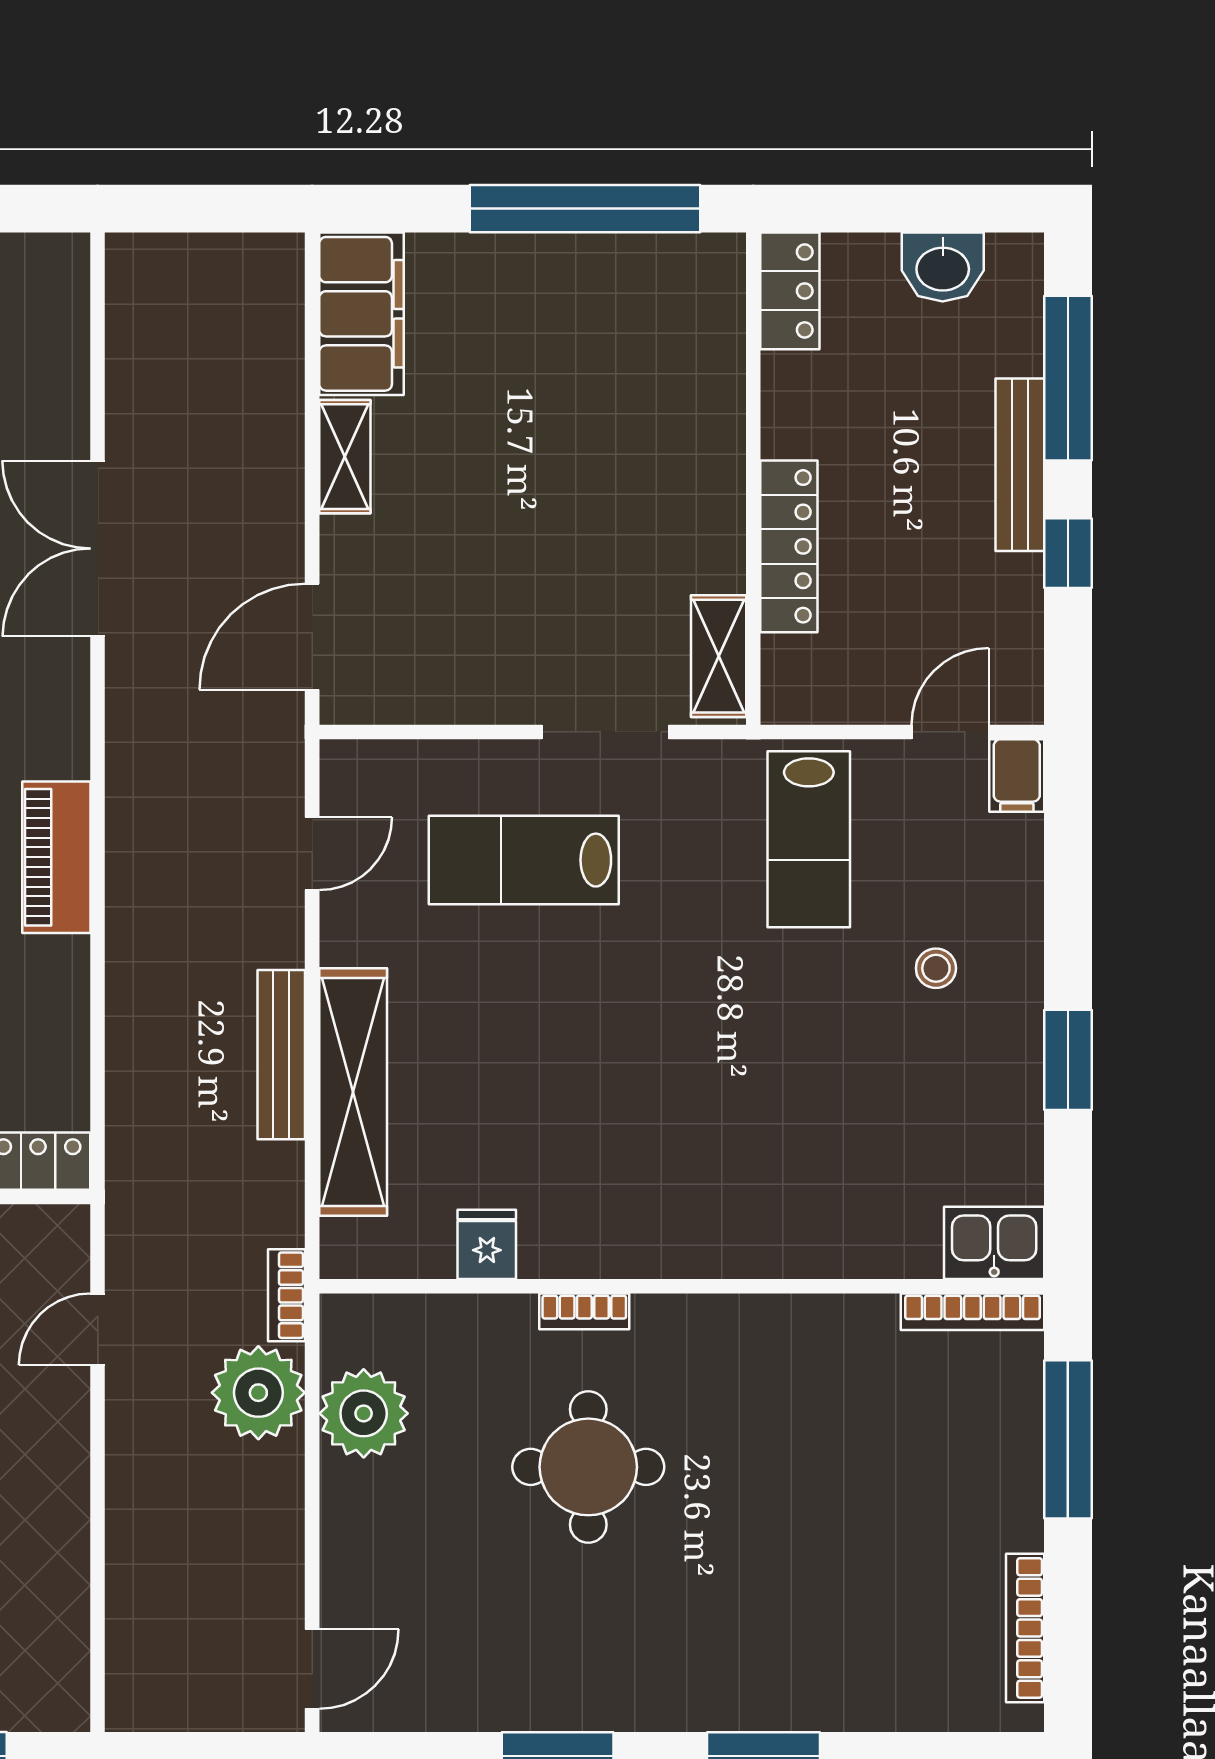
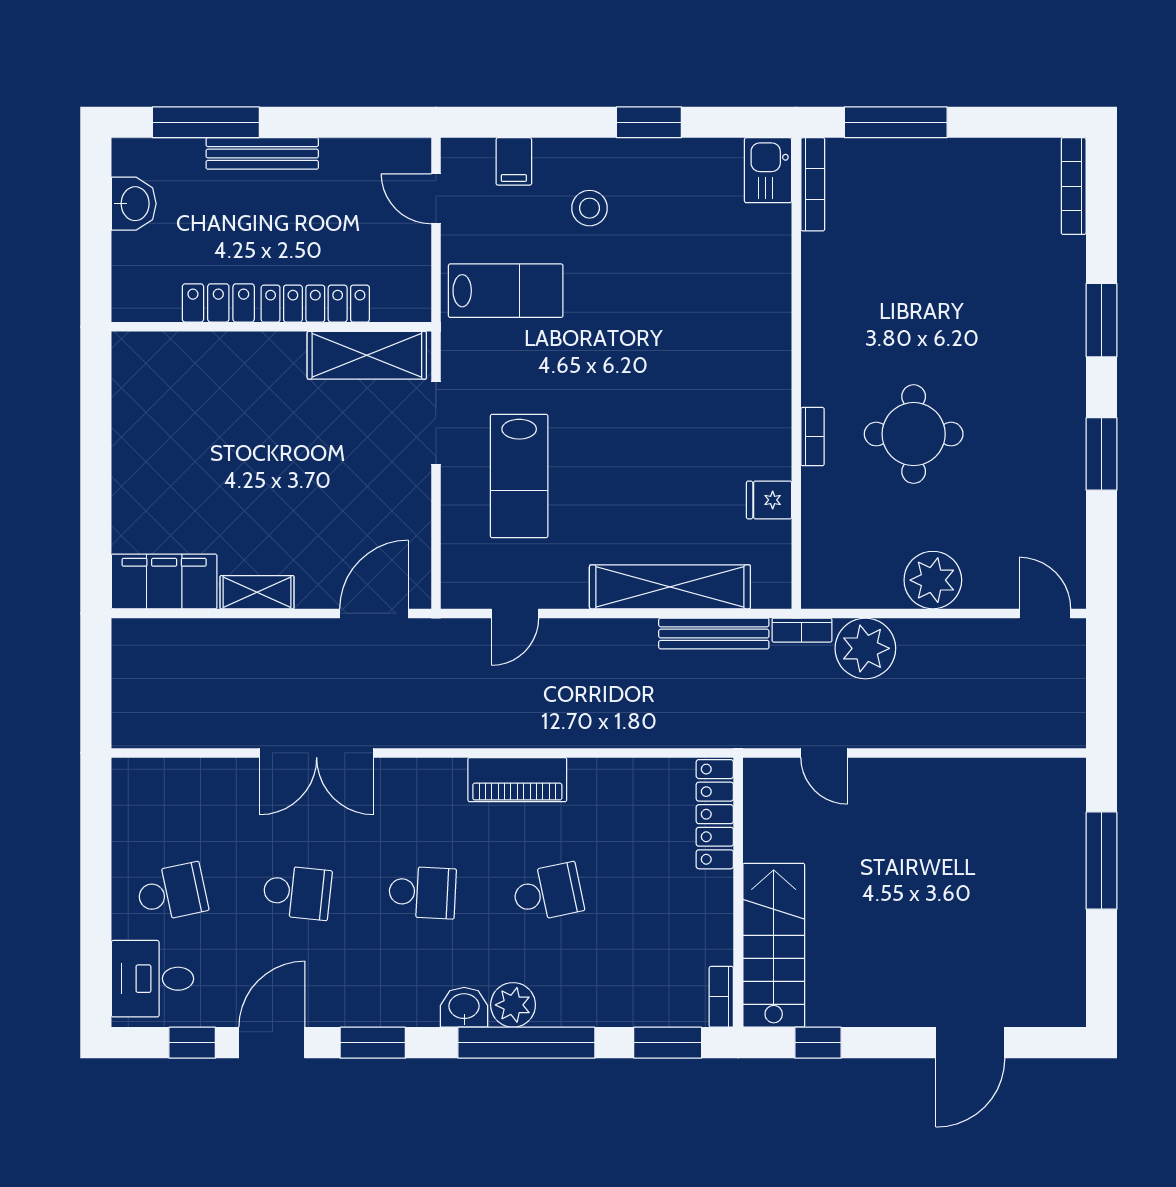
window: (585, 209) -> (96, 436), removed
locker: (790, 291) -> (218, 303), moved
window: (1068, 553) -> (320, 122), removed
door: (312, 637) -> (374, 613), swing flipped
shelving: (719, 656) -> (367, 355), width x1.50, depth x1.33
filing cabinet: (1017, 776) -> (514, 161), moved, turned 90
door: (312, 854) -> (515, 613), swing flipped
stool: (936, 968) -> (590, 208), width x1.37, depth x1.37
bench: (281, 1055) -> (714, 634), moved
plant: (364, 1413) -> (933, 580), moved
bookcase: (1025, 1628) -> (1074, 186), moved, turned 90

